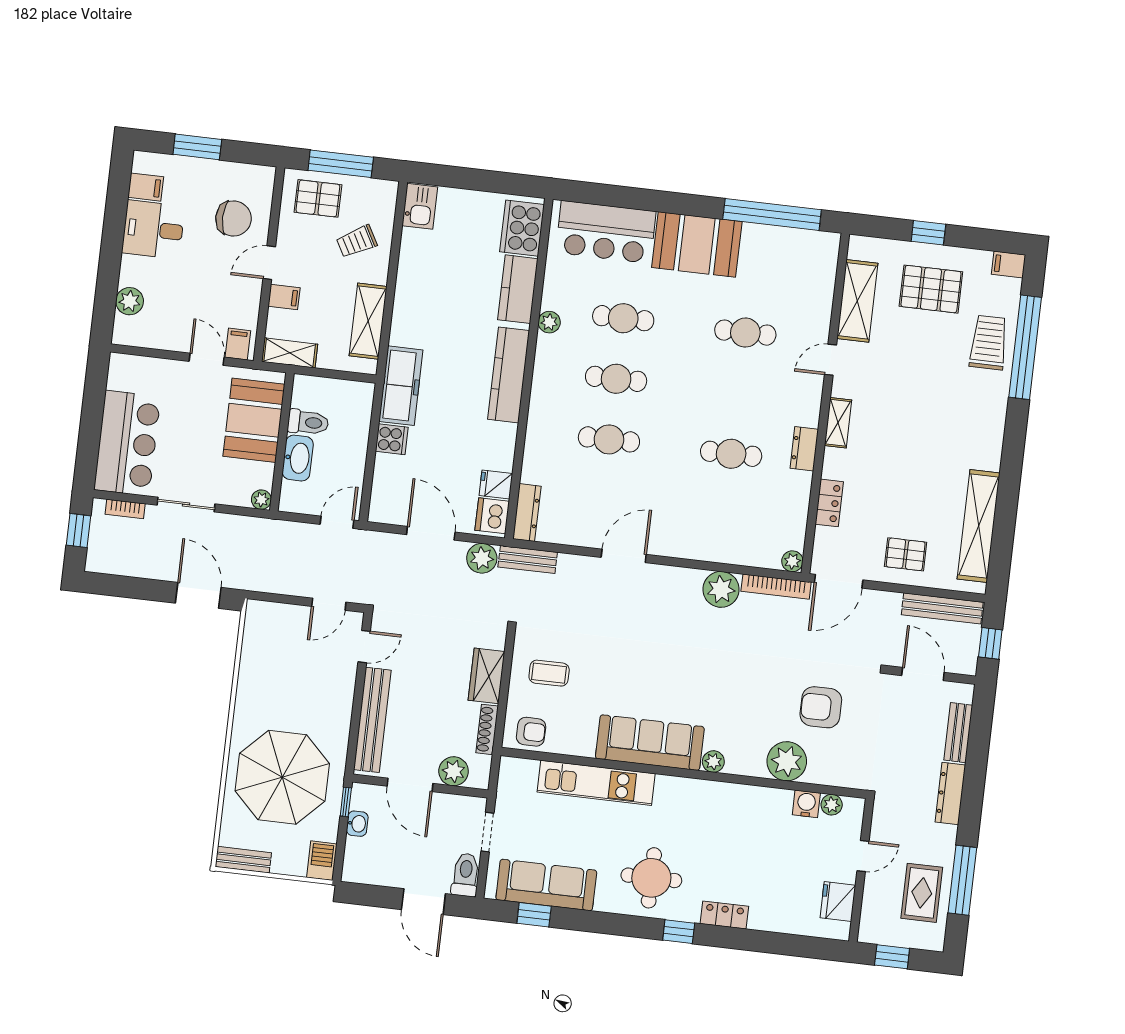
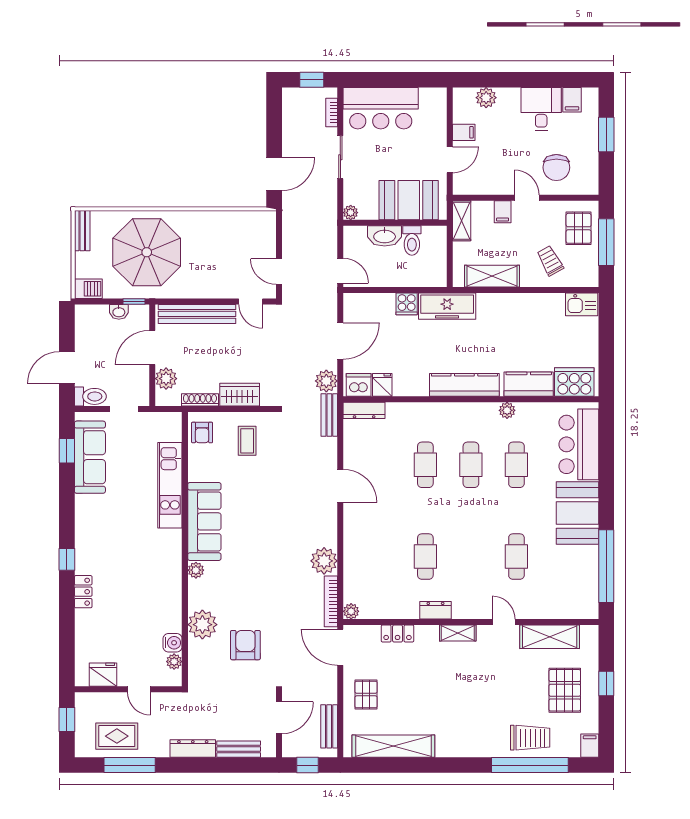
filing cabinet: (238, 344) -> (464, 132), moved
bench: (942, 608) -> (329, 726), width x0.73
round table: (651, 878) -> (104, 534), removed

